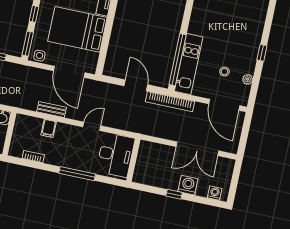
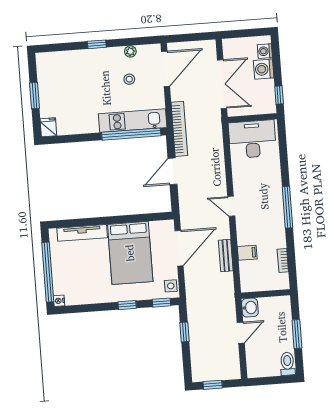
window: (28, 44) -> (161, 303), width x0.67
desk: (116, 155) -> (252, 139), moved
wall: (133, 160) -> (252, 118), moved
washing machine: (188, 185) -> (264, 69), moved

